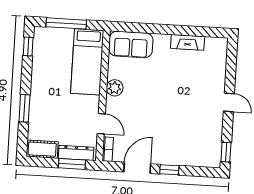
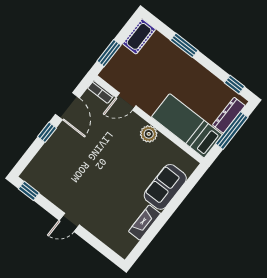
sofa: (131, 44) -> (165, 187), moved
dresser: (76, 153) -> (229, 115), moved, turned 180

